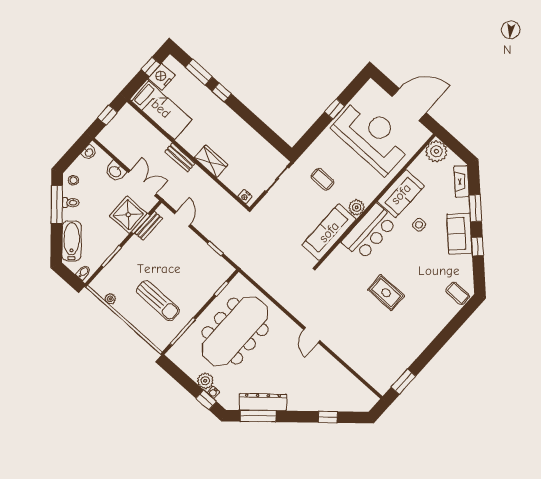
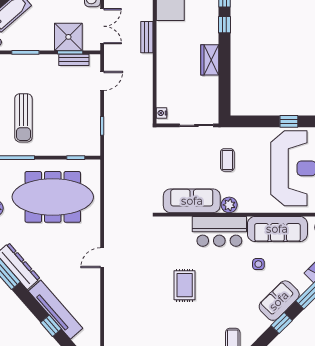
wardrobe: (211, 161) -> (210, 60), moved, turned 180
sofa: (401, 194) -> (277, 229), width x1.36
tv unit: (319, 403) -> (56, 310), added

